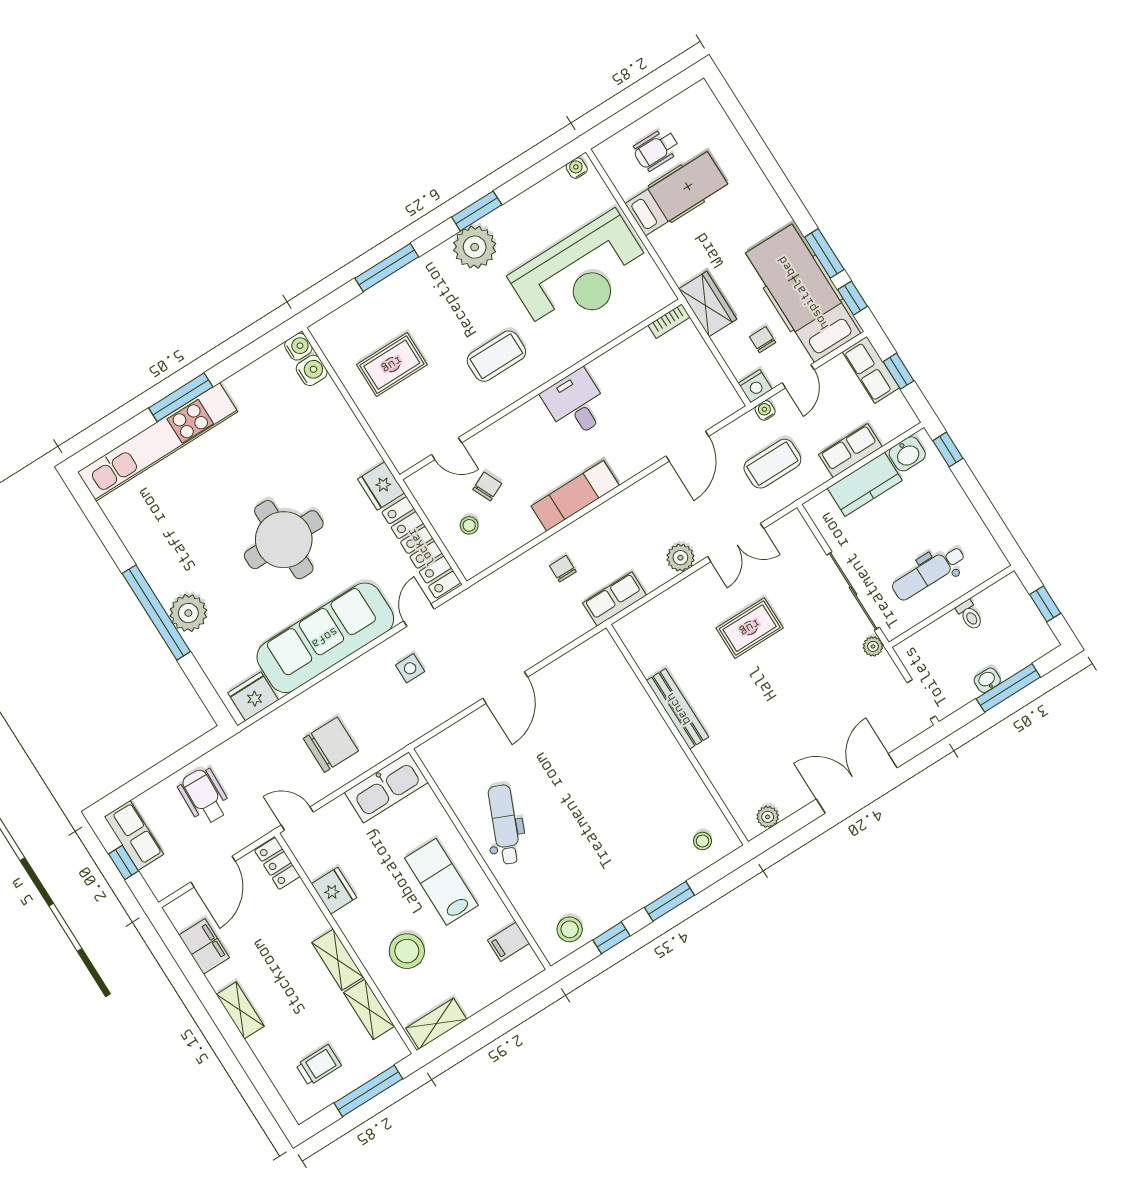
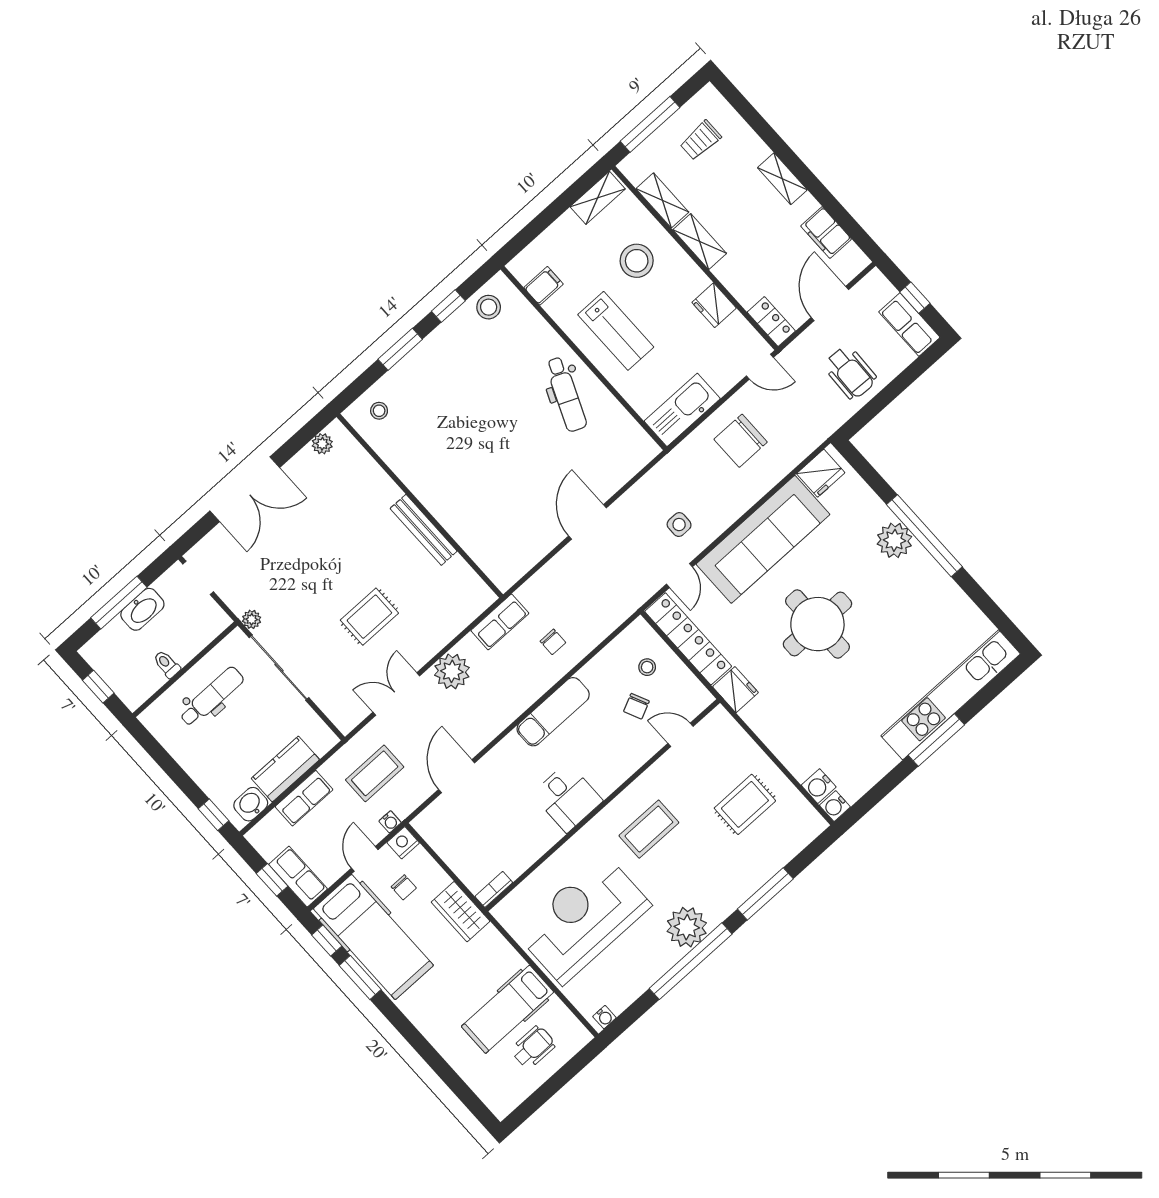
window: (477, 211) -> (691, 961), width x2.11
plant: (680, 558) -> (452, 671), width x1.36, depth x1.36
washbasin: (987, 680) -> (142, 609), width x1.91, depth x1.45

